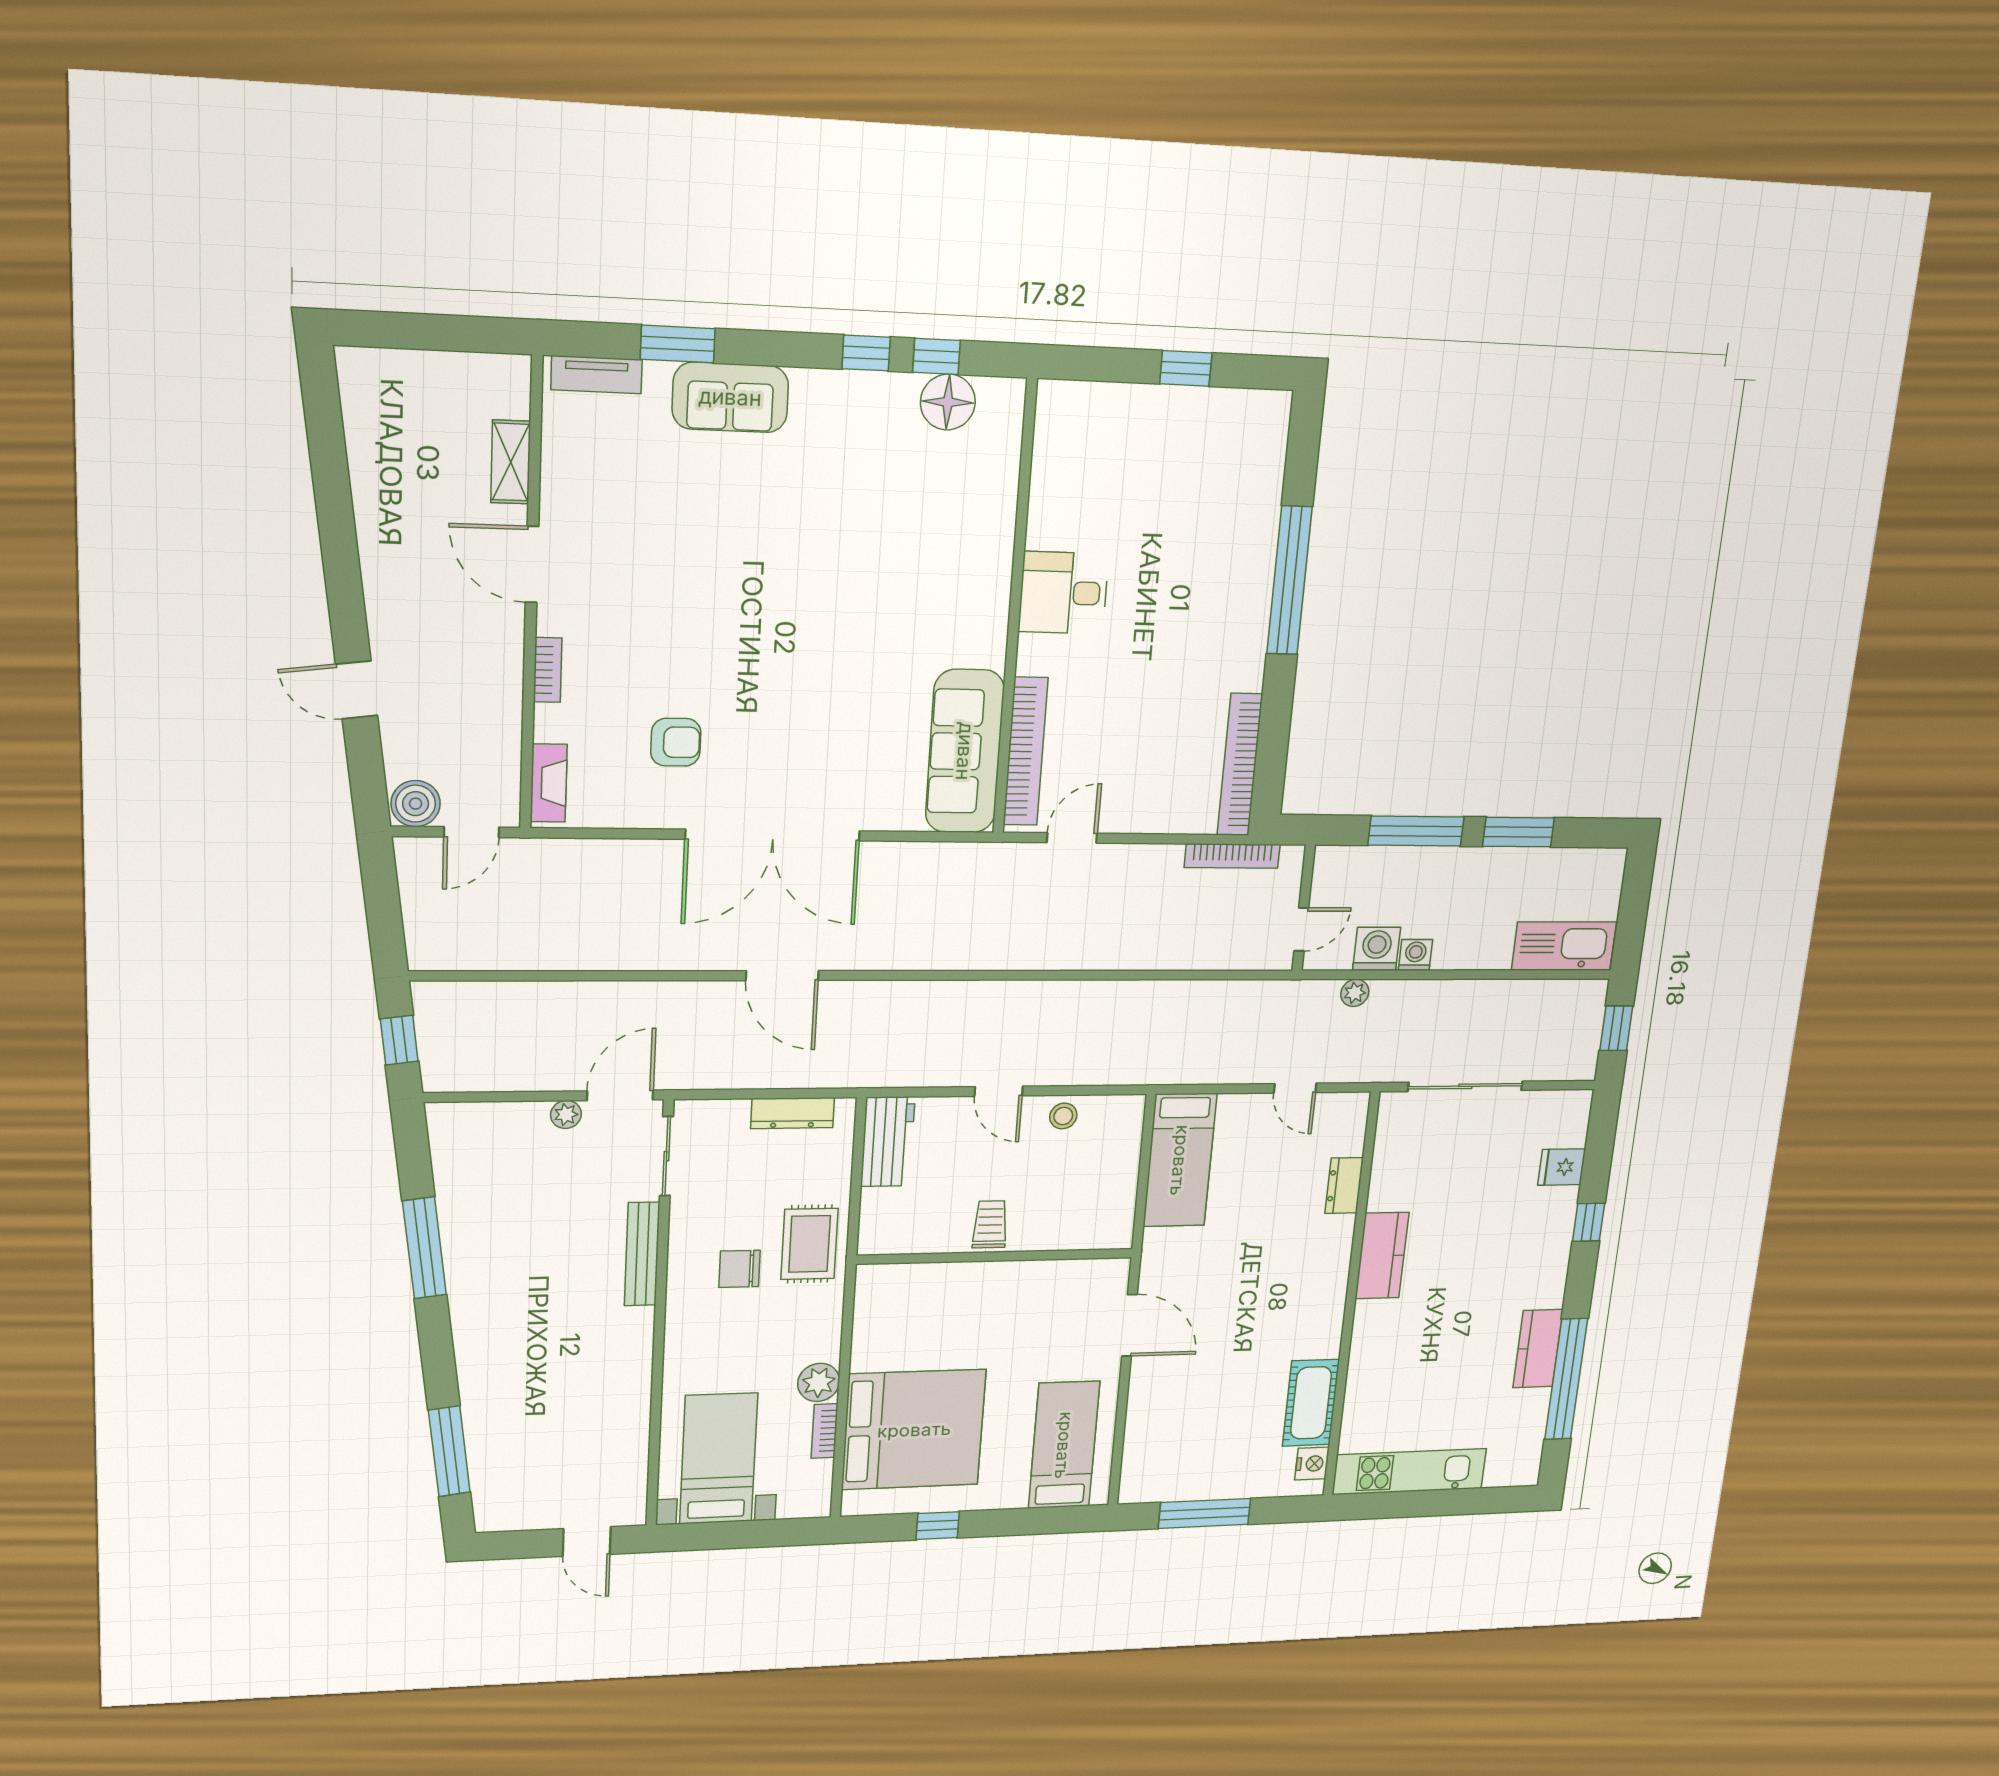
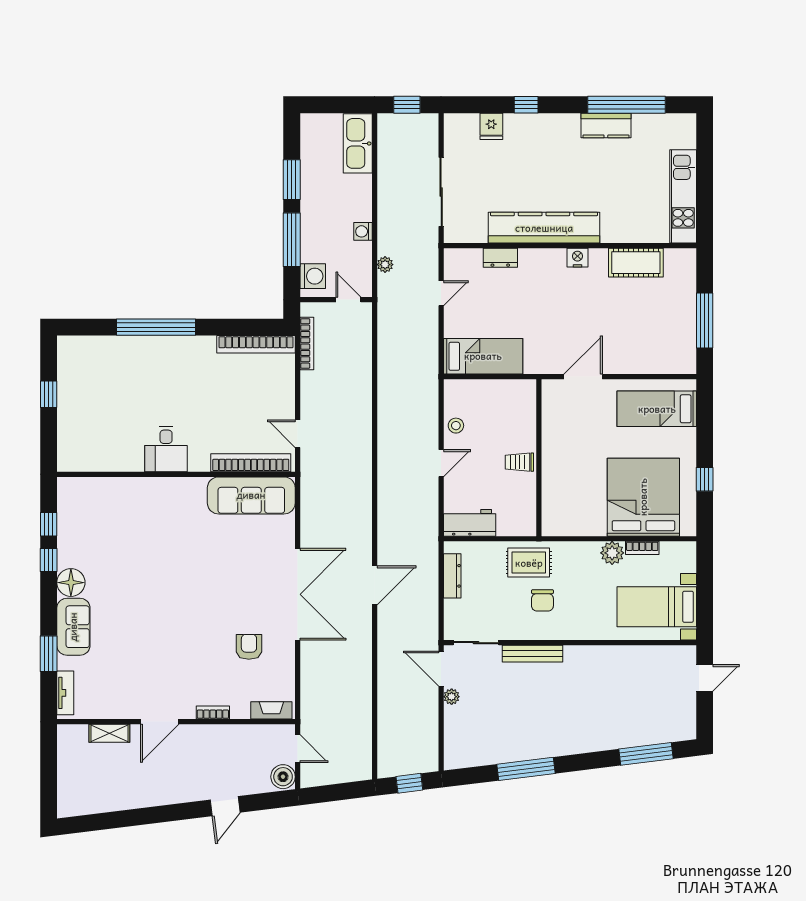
floor lamp: (948, 402) -> (71, 583), moved
washing machine: (1377, 949) -> (313, 276), moved, turned 180
kitchen counter: (1382, 1256) -> (544, 228), width x2.08, depth x1.17
nightstand: (1312, 1464) -> (577, 258), moved

